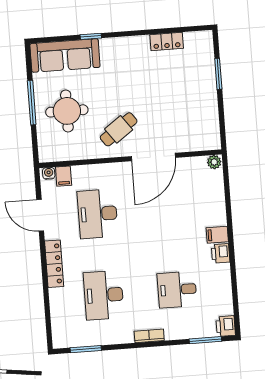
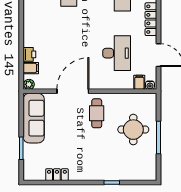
sofa: (65, 55) -> (34, 118), moved, turned 90
cafe table: (119, 129) -> (97, 113), turned -54
filing cabinet: (217, 235) -> (31, 68), moved
printer: (221, 253) -> (29, 54), moved

